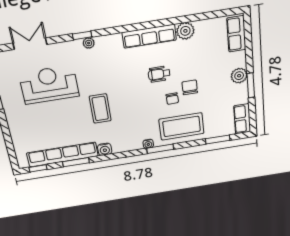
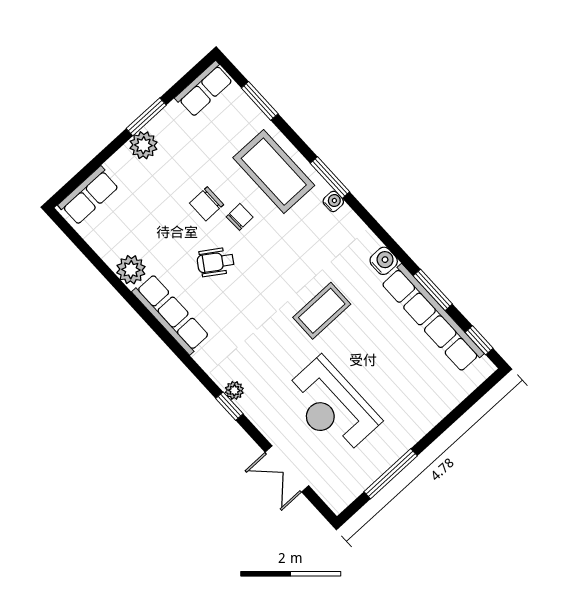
wheelchair: (159, 74) -> (215, 262), turned 124

